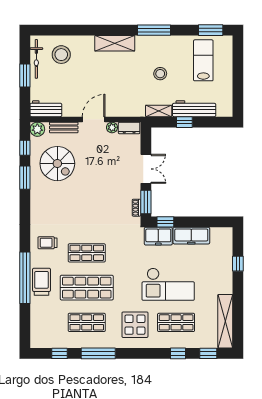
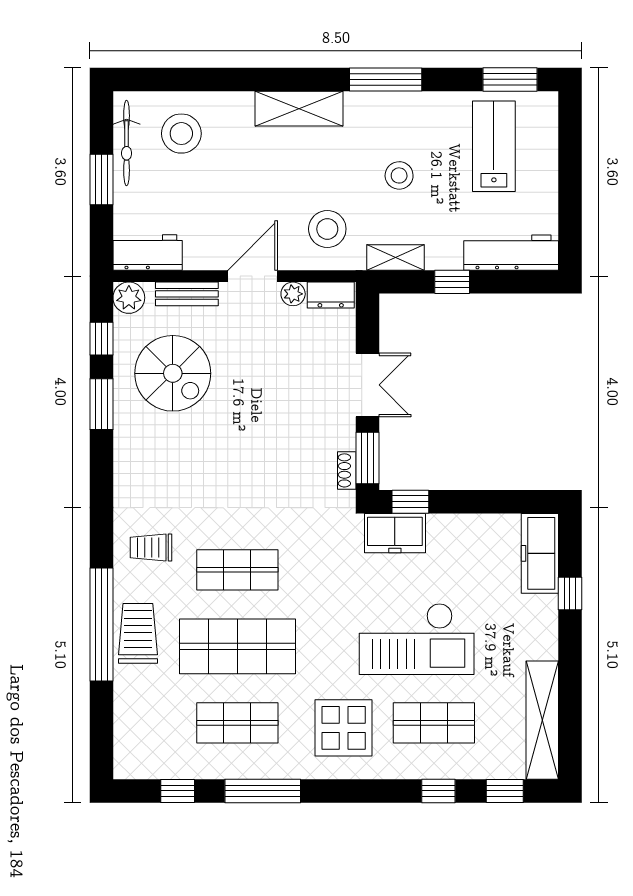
stool: (128, 98) -> (327, 229), added
workbench: (194, 109) -> (511, 253), moved
freezer: (191, 236) -> (540, 553), moved, turned 90

